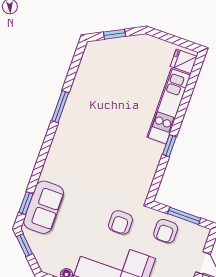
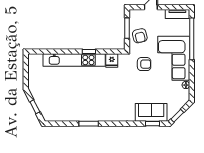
fridge: (184, 61) -> (112, 60), moved
kitchen unit: (169, 106) -> (74, 60), width x1.36
armchair: (166, 231) -> (140, 36), turned 76

